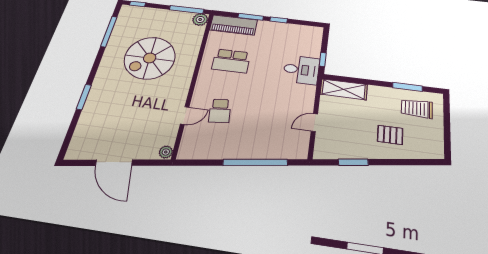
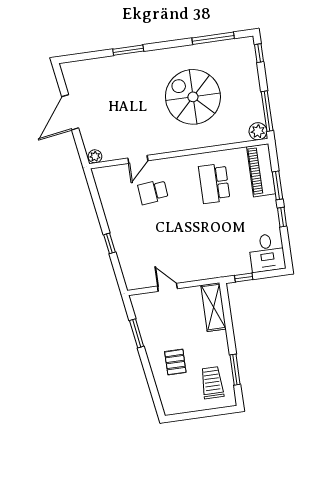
desk: (301, 70) -> (267, 253), moved
door: (185, 116) -> (138, 159), hinge flipped
window: (255, 162) -> (110, 243), width x0.32

